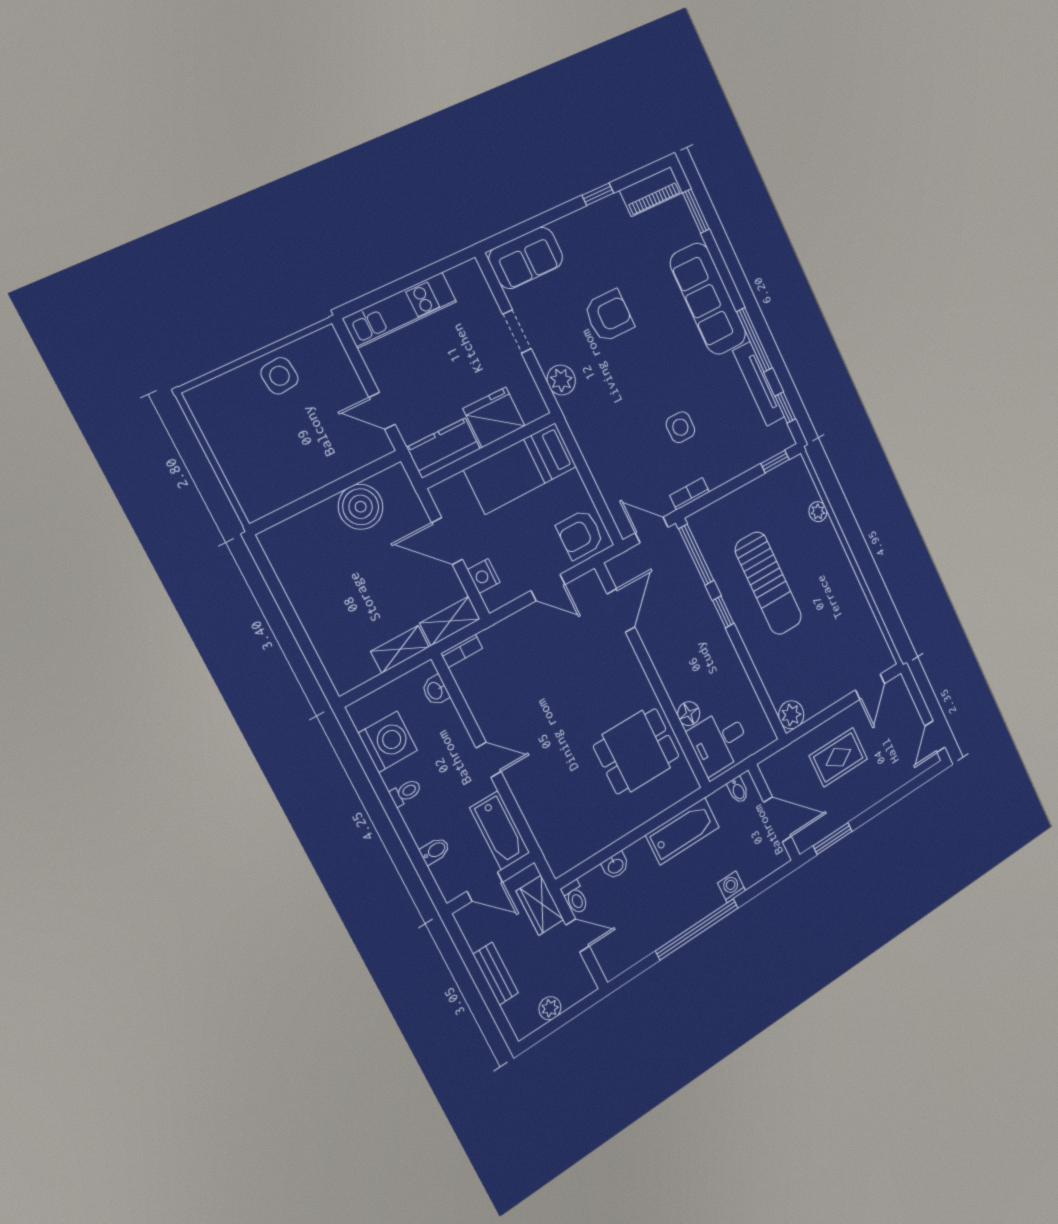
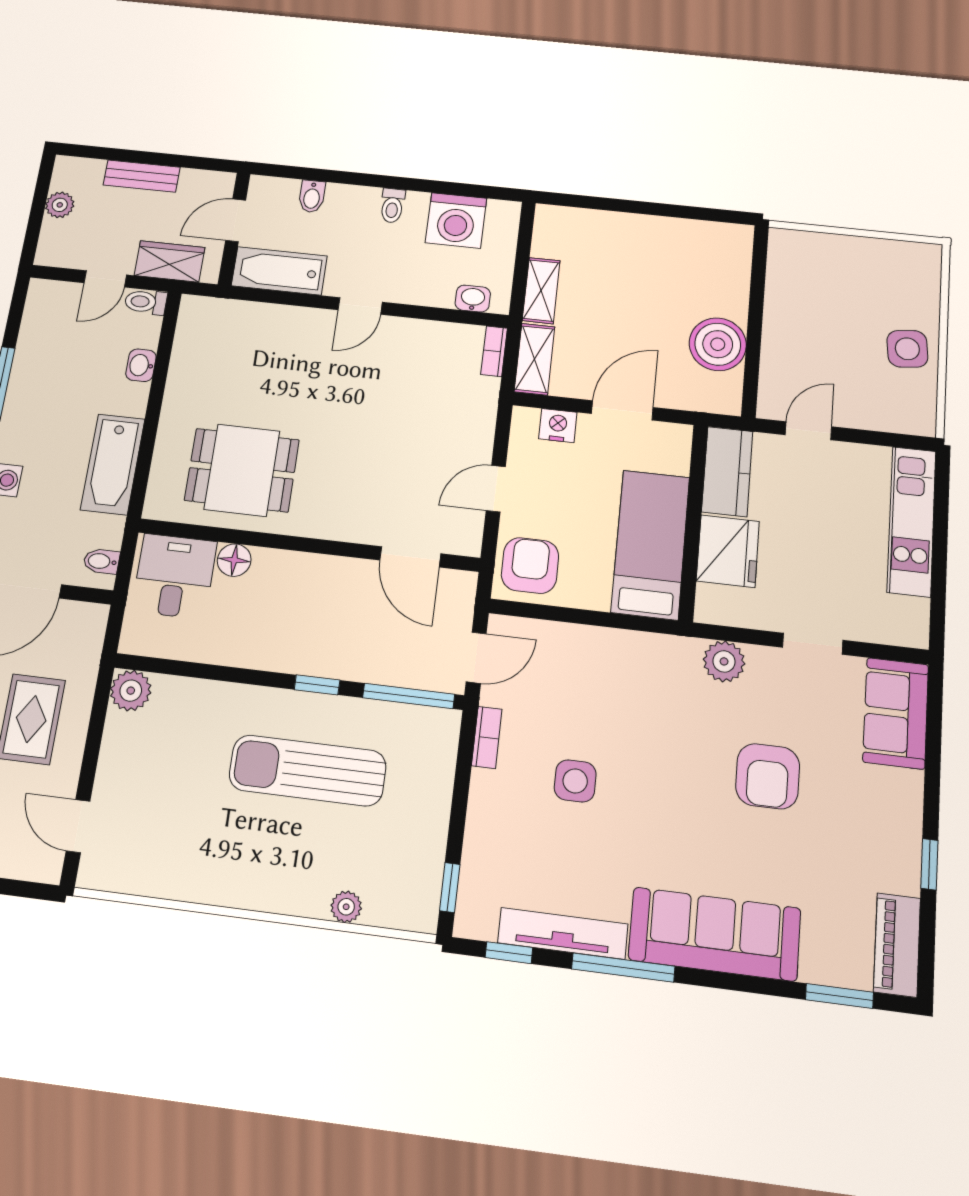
dining table: (636, 751) -> (242, 470), turned 90

